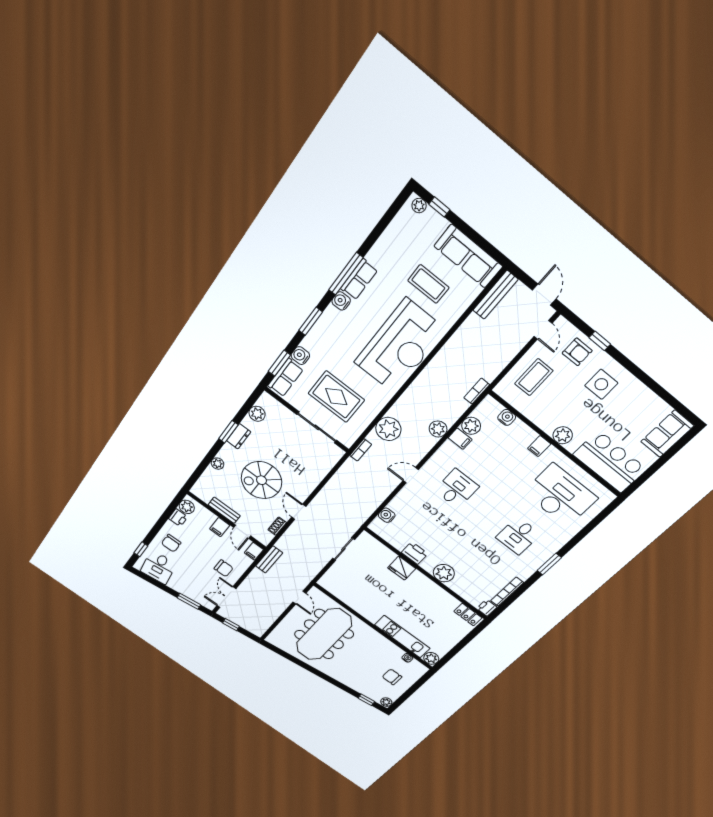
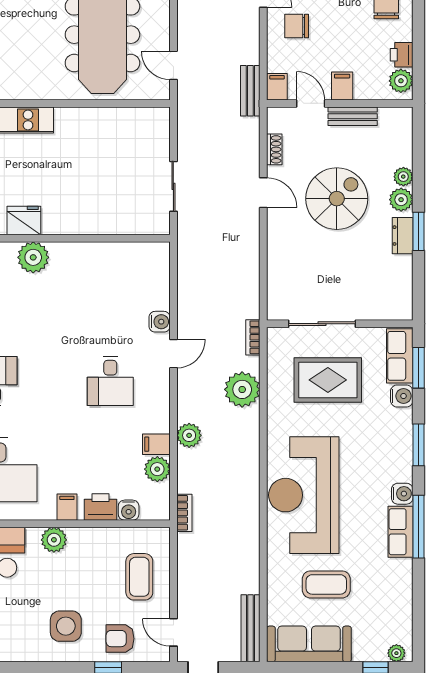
plant: (257, 414) -> (401, 200), moved
water cooler: (387, 515) -> (160, 322), moved
printer: (415, 553) -> (101, 507), moved, turned 180
fridge: (402, 568) -> (24, 220), moved

